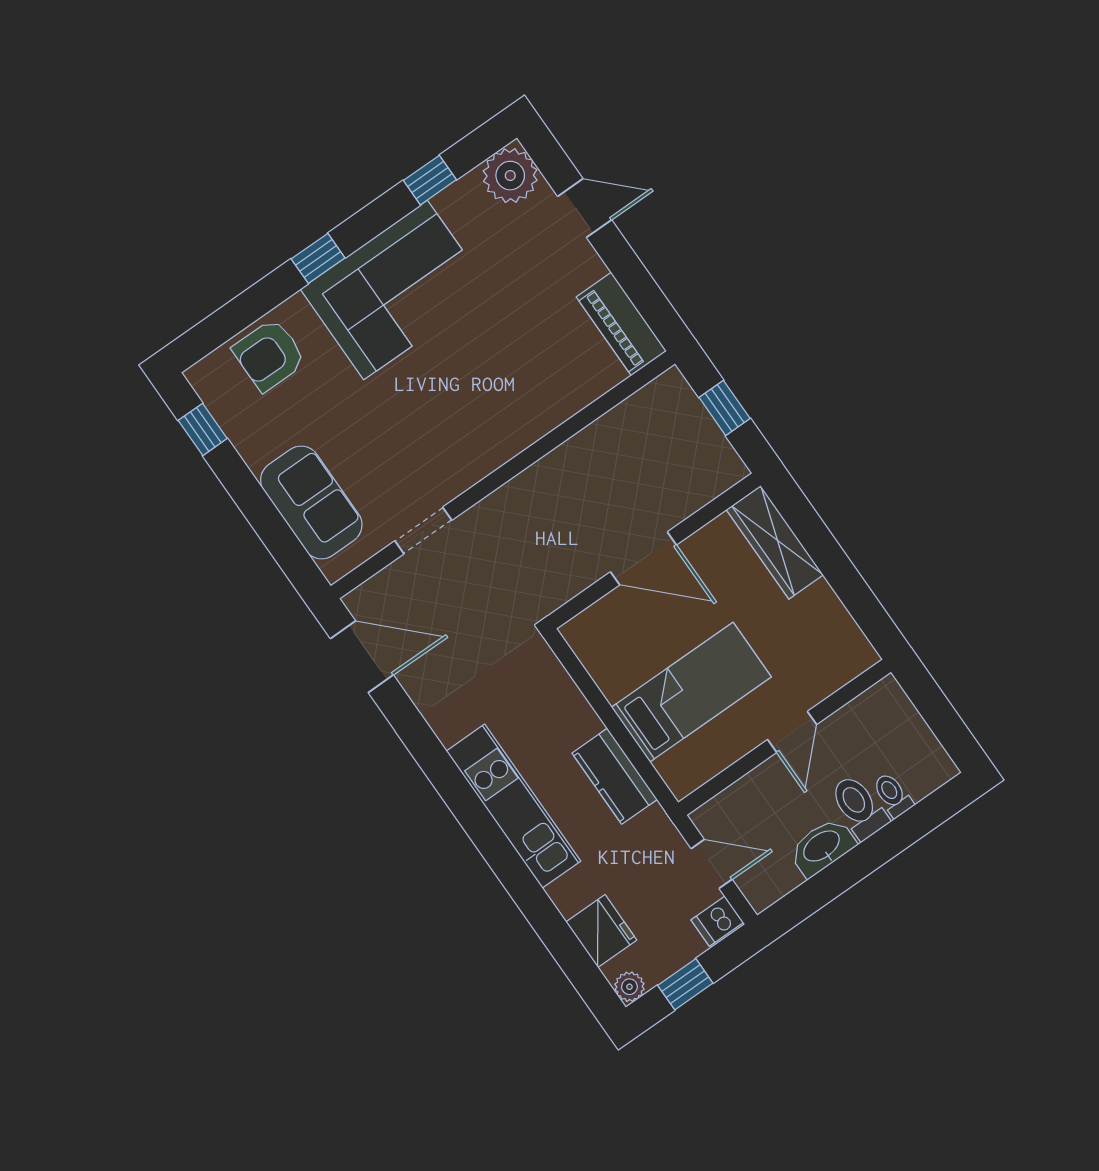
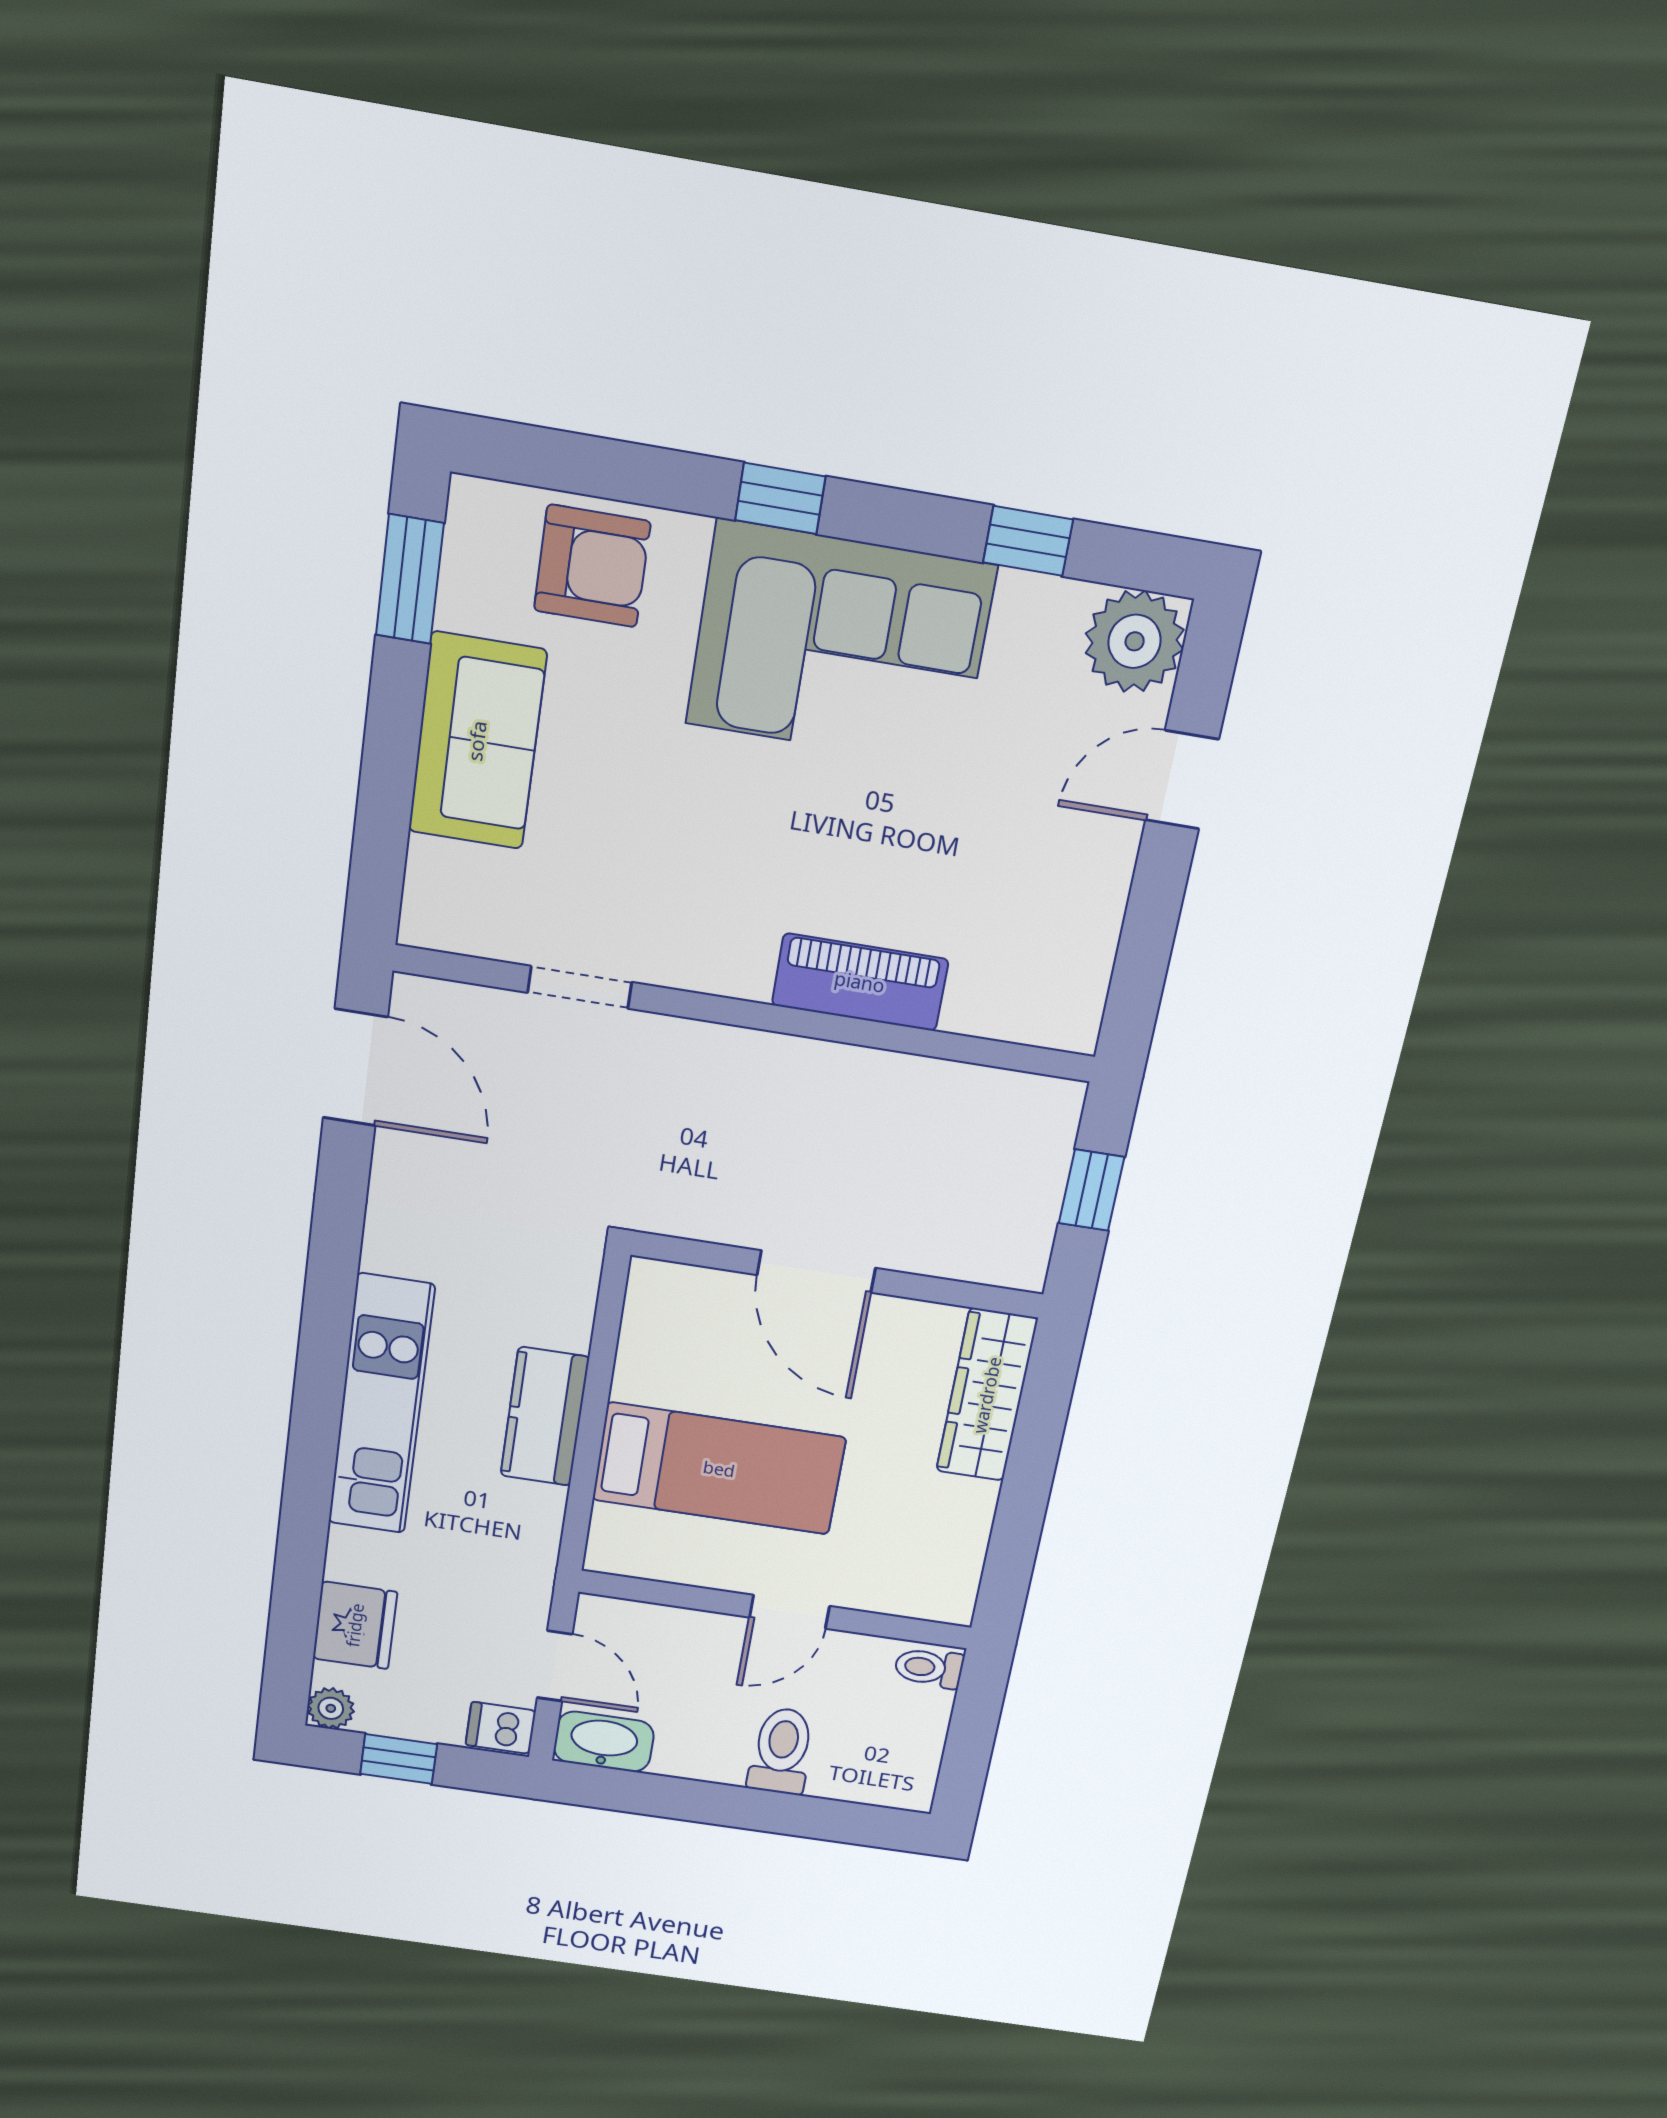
door: (585, 208) -> (1182, 780), swing flipped
piano: (621, 324) -> (860, 982), moved, turned 90
armchair: (269, 355) -> (592, 566), turned 180
window: (203, 429) -> (410, 579), width x1.50
sofa: (311, 502) -> (477, 741), moved
kitchen counter: (615, 776) -> (545, 1417), moved
toilet: (893, 795) -> (929, 1668), moved, turned -90
washbasin: (822, 847) -> (604, 1742), moved

